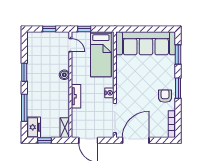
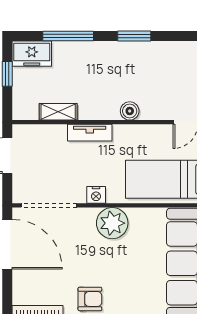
plant: (124, 84) -> (112, 223), added
shelving: (65, 128) -> (58, 112), moved

